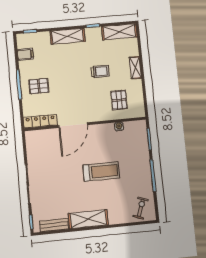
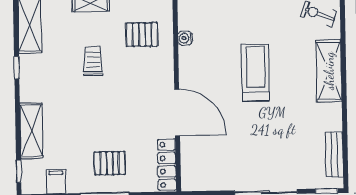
shelving: (68, 36) -> (31, 131), moved
pallet: (39, 86) -> (110, 163), turned 90
shelving: (88, 219) -> (329, 71), moved

